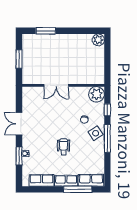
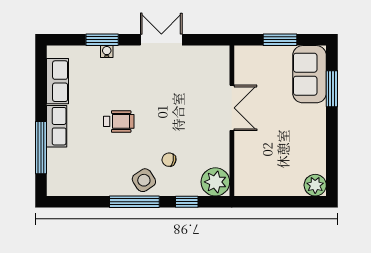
sofa: (38, 43) -> (310, 74), added
double door: (56, 85) -> (232, 108), swing flipped
row of seats: (91, 180) -> (58, 172), removed

